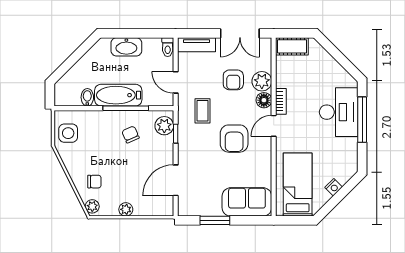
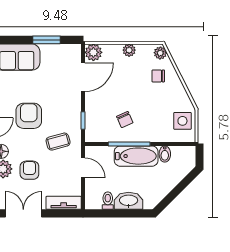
toilet: (168, 47) -> (108, 201), moved
coffee table: (202, 111) -> (58, 142), turned 75
plant: (164, 126) -> (93, 52), moved

